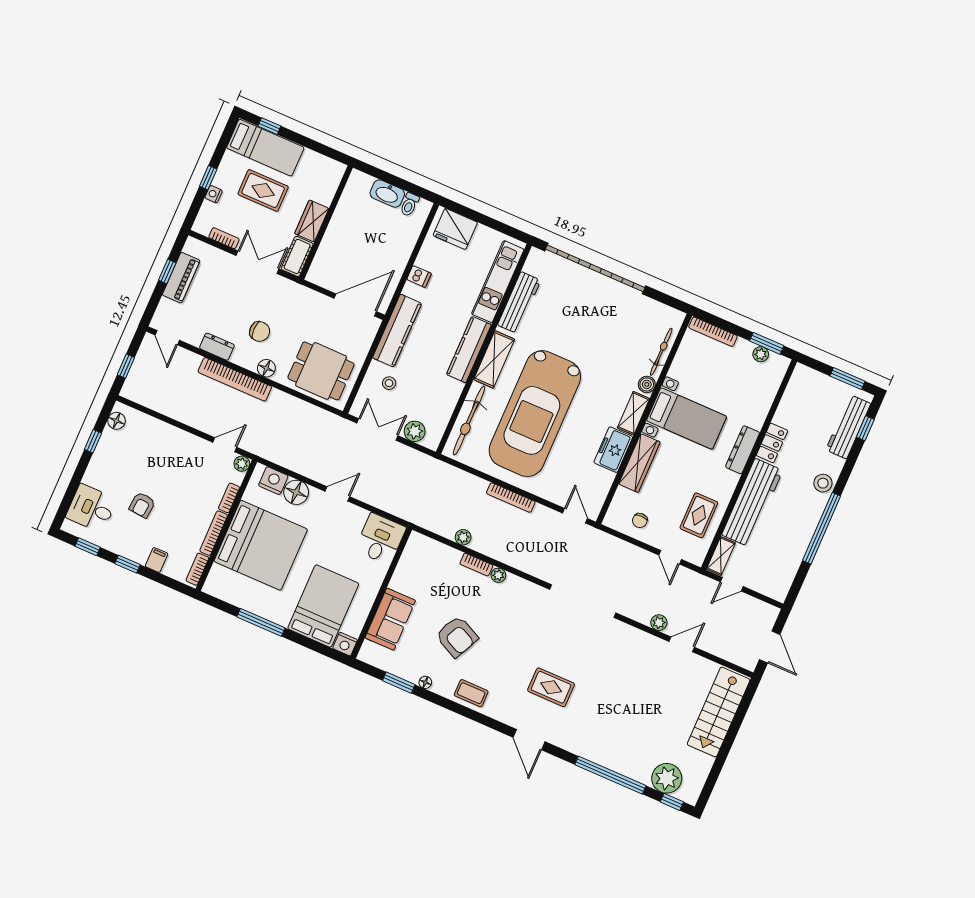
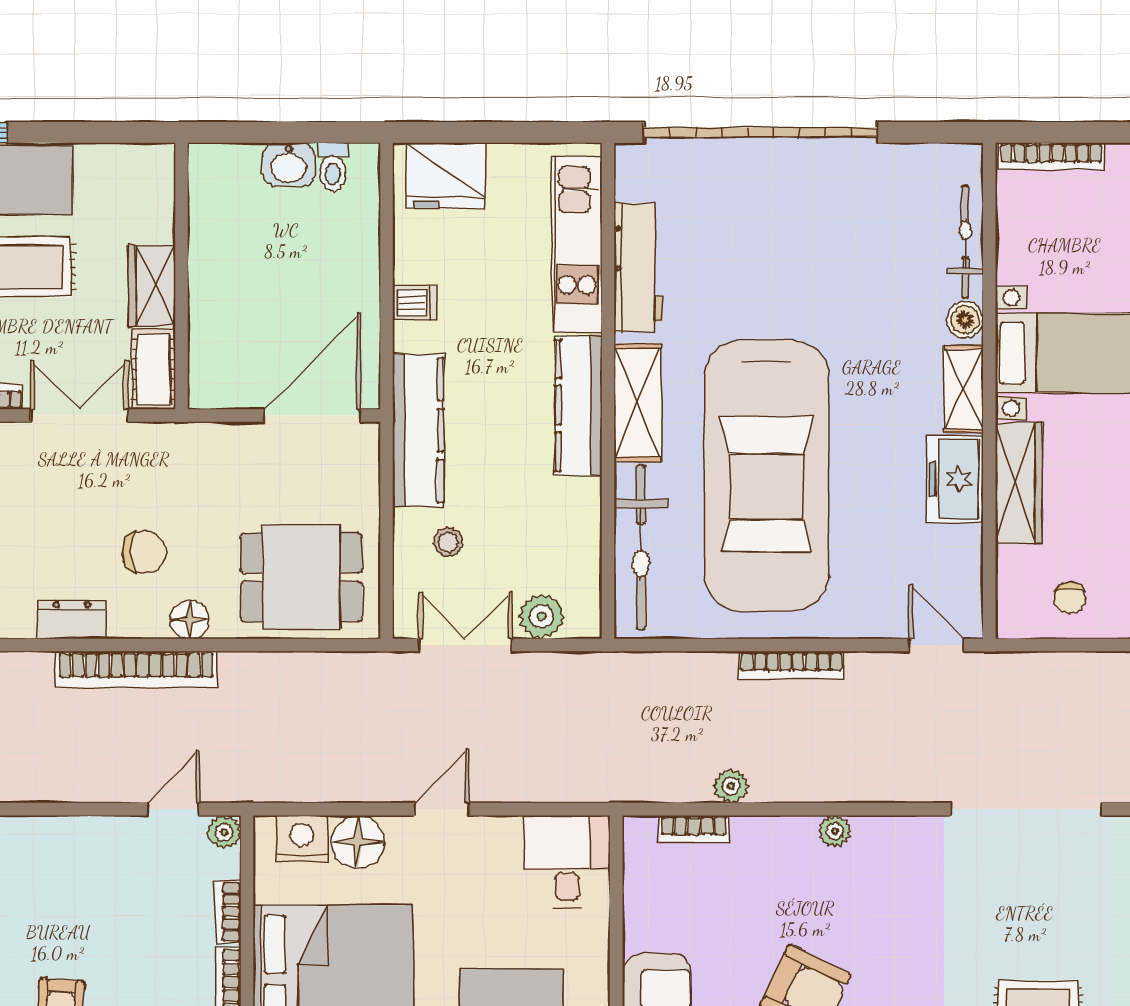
washbasin: (387, 194) -> (289, 165), width x0.72
bookcase: (476, 565) -> (694, 829), moved

